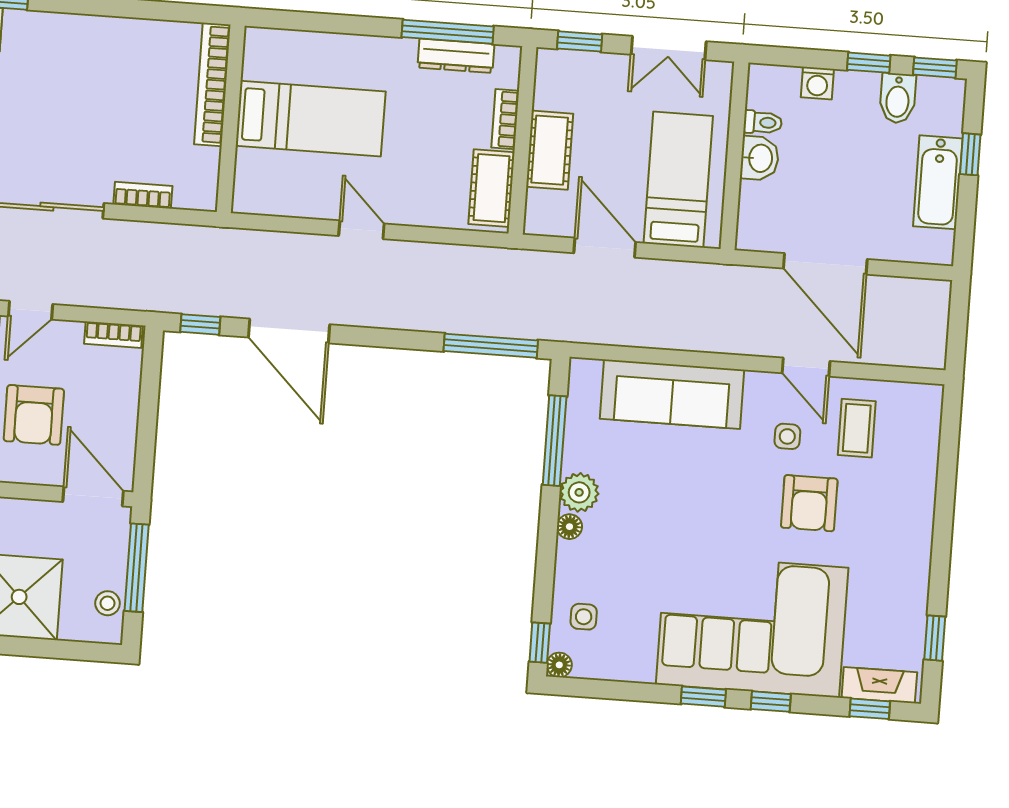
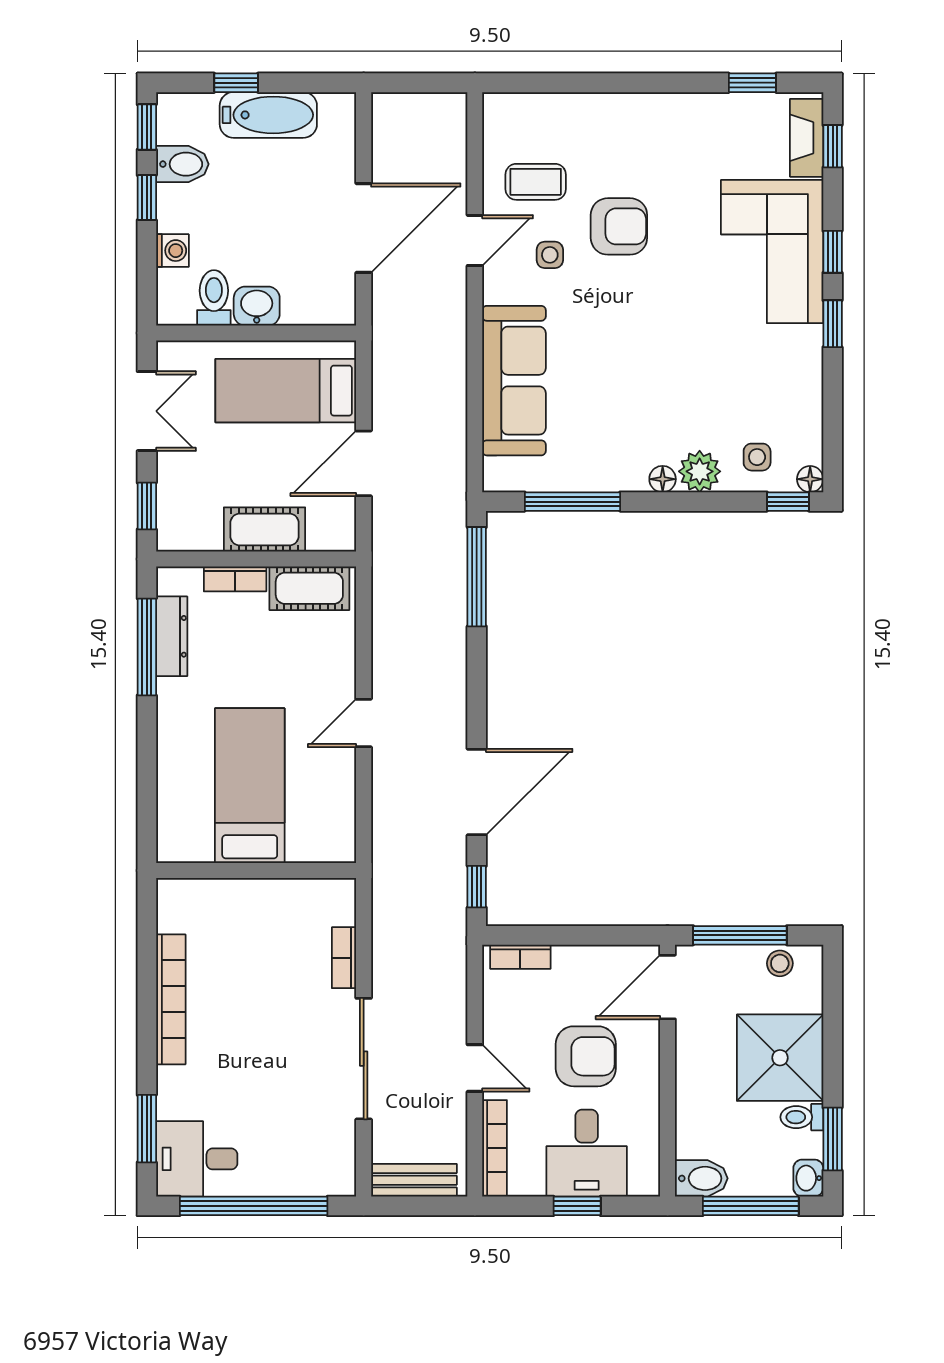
bookcase: (212, 84) -> (171, 999), moved, turned -90
toilet: (763, 122) -> (214, 298), width x1.37, depth x1.39
bookcase: (113, 335) -> (520, 957), moved, turned 90
plant: (579, 492) -> (700, 471), moved
corner sofa: (752, 626) -> (772, 251), width x0.73, depth x0.74

